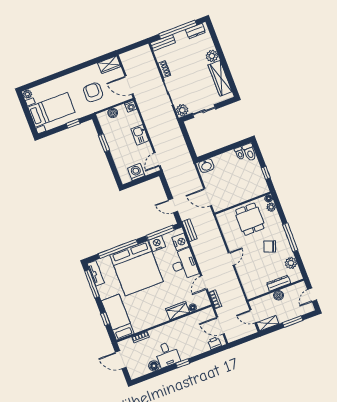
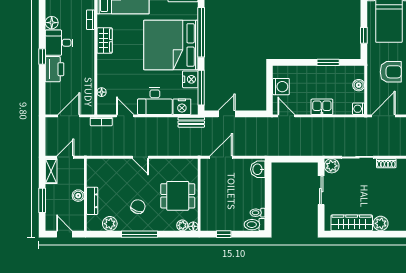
wardrobe: (178, 311) -> (105, 41), moved
printer: (214, 343) -> (55, 69), moved, width x1.87, depth x1.48

